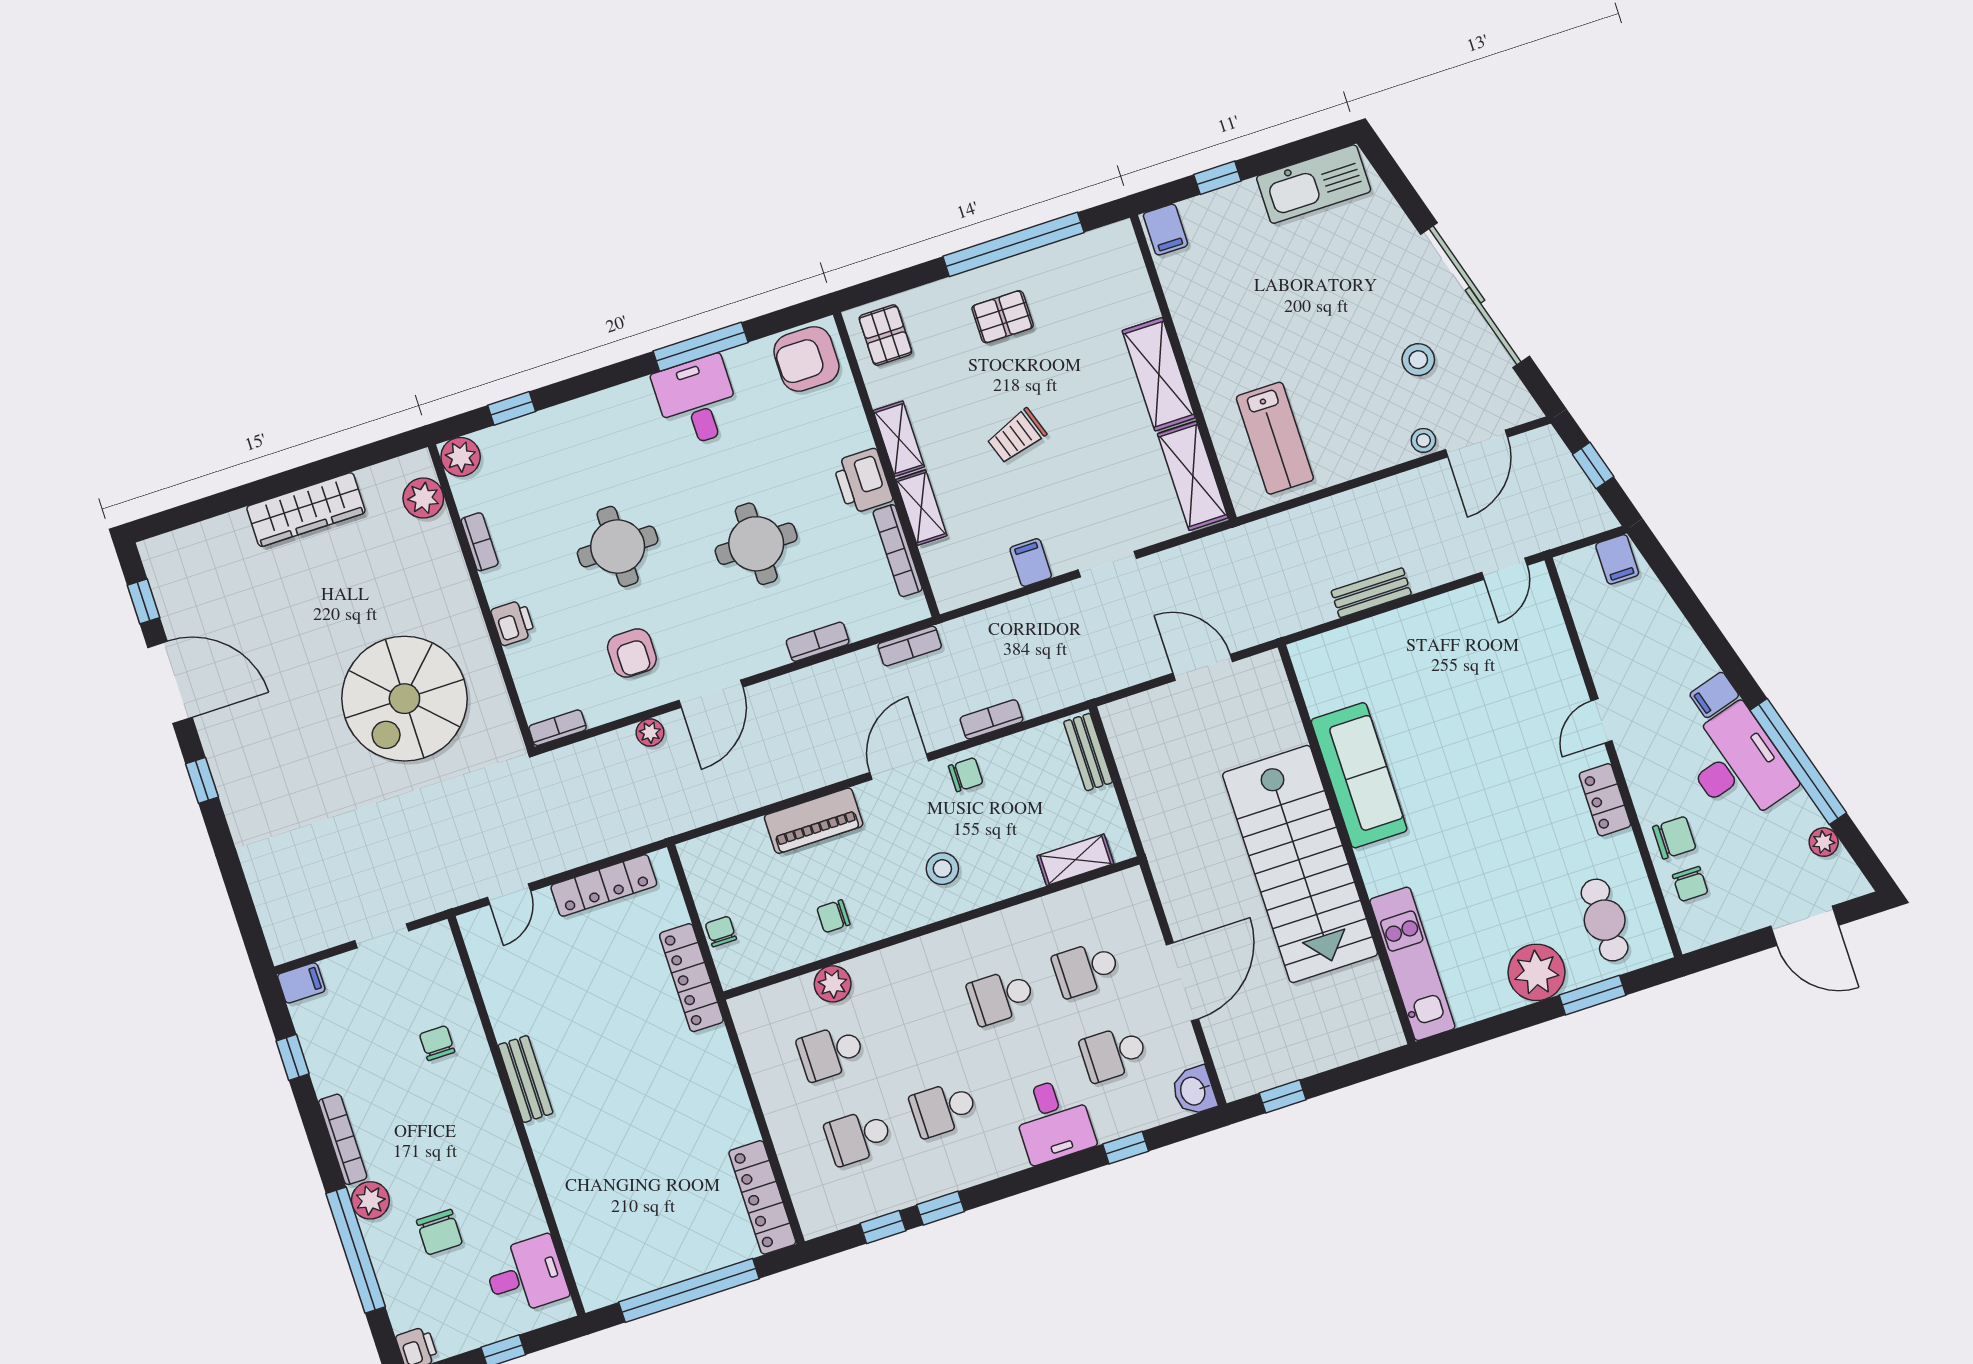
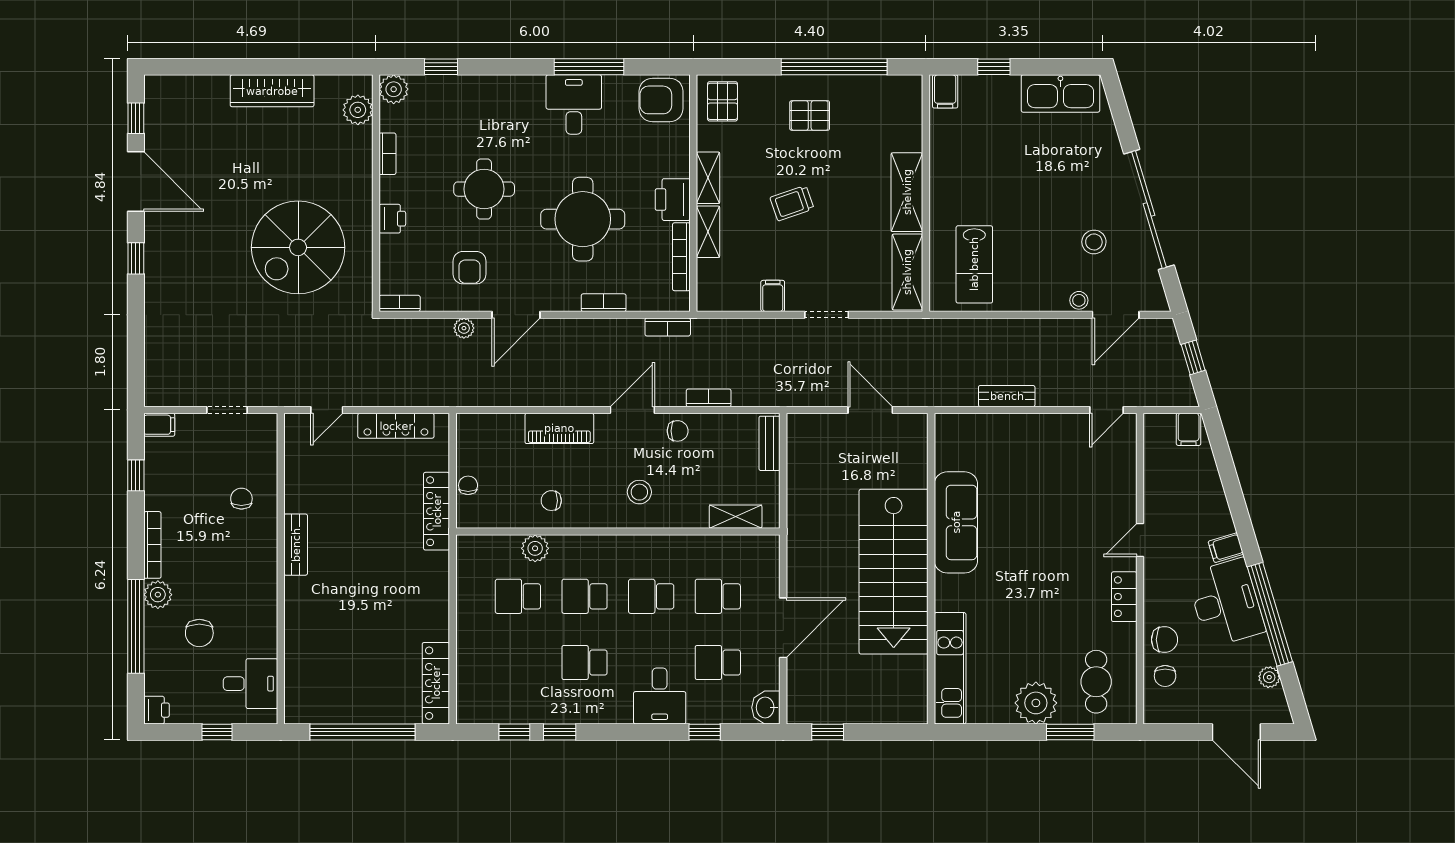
round table: (756, 544) -> (583, 219), width x1.36, depth x1.36
school desk: (858, 1137) -> (585, 596), moved

